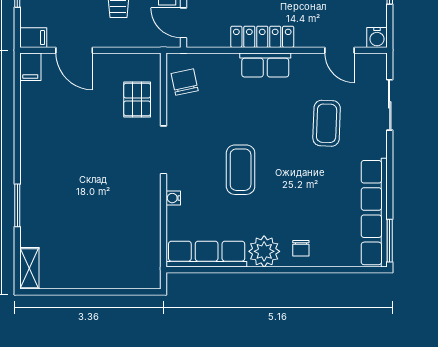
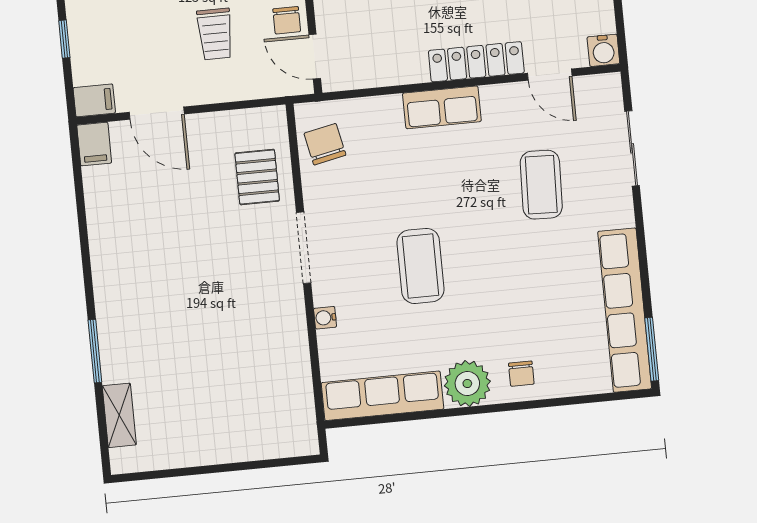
locker: (262, 37) -> (476, 62), moved
shelving: (29, 268) -> (119, 415), moved

